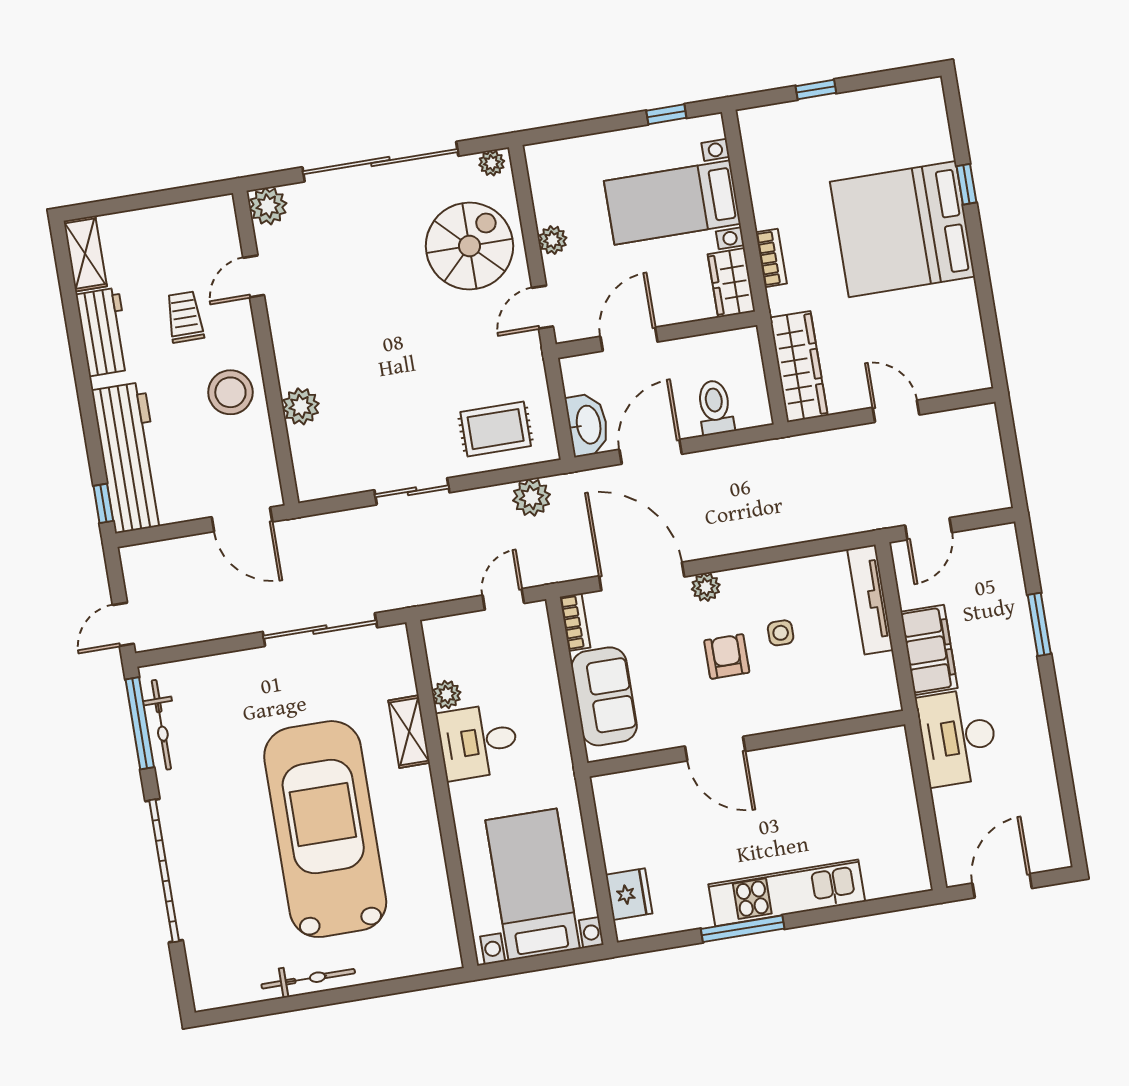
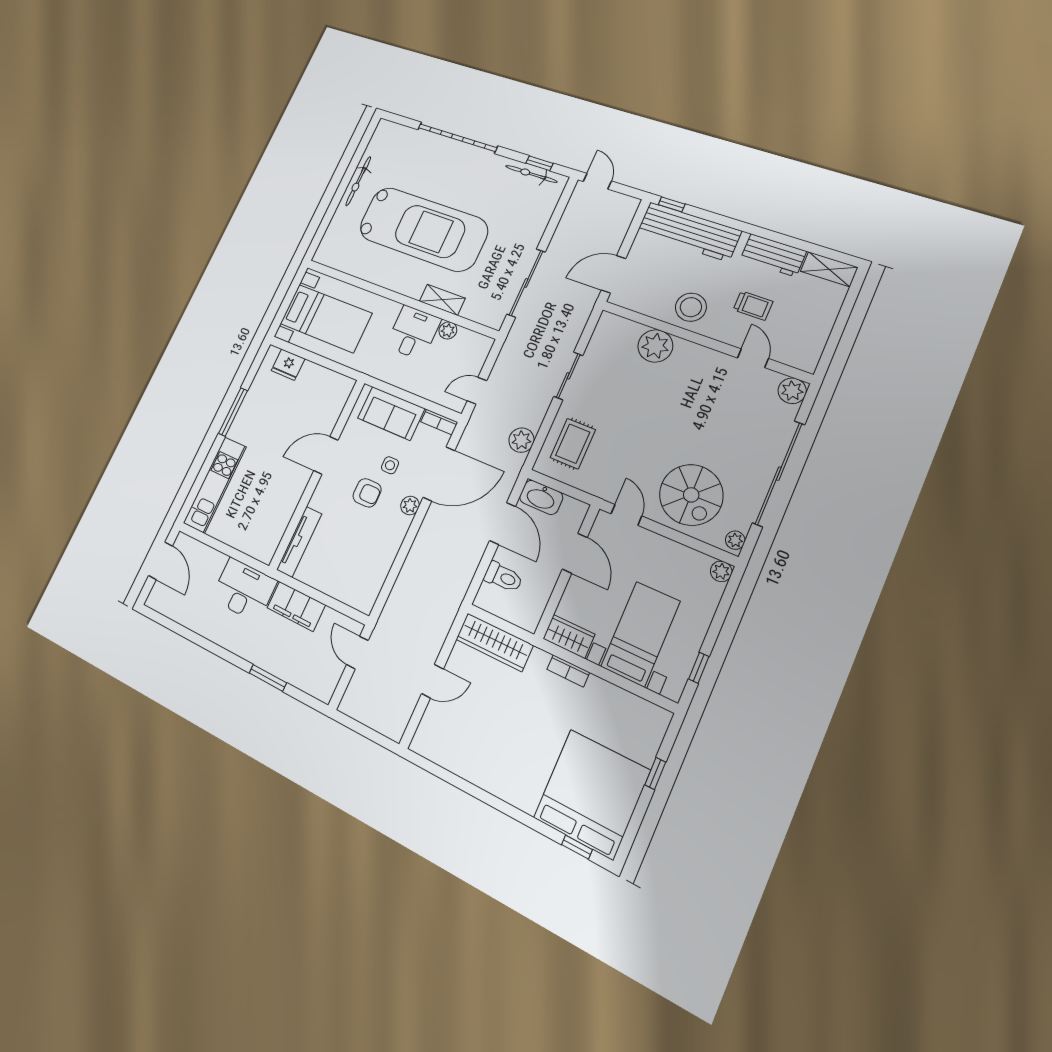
window: (966, 184) -> (577, 847), moved
bed: (902, 229) -> (592, 794), moved
plant: (553, 240) -> (721, 571), moved
plant: (301, 406) -> (655, 346), width x1.36, depth x1.36
door: (503, 599) -> (477, 391), swing flipped
tv unit: (870, 600) -> (299, 542), moved, turned 90
side table: (781, 633) -> (390, 465), moved
window: (140, 723) -> (539, 163), width x0.46
kitchen unit: (787, 893) -> (215, 485), moved

